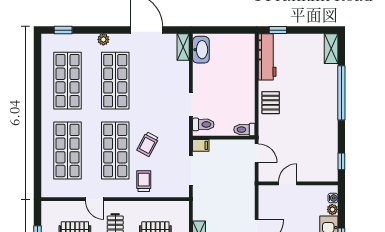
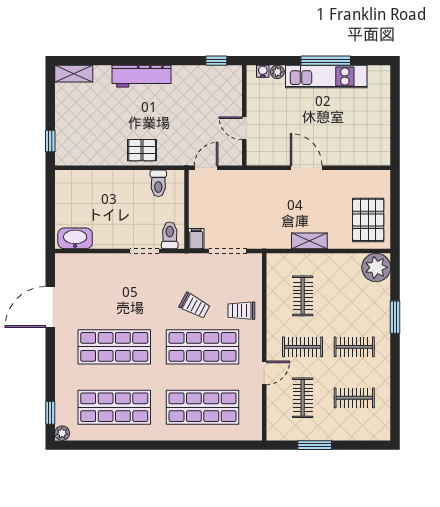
plant: (103, 39) -> (62, 433), moved
shelving: (183, 47) -> (72, 261), removed
workbench: (267, 57) -> (141, 76), moved, turned 180
window: (341, 93) -> (130, 61), removed
toilet: (244, 130) -> (158, 183), moved

